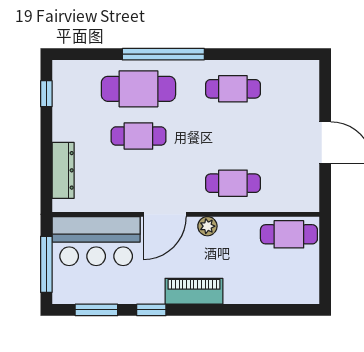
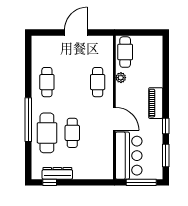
dresser: (63, 170) -> (57, 173), moved
plant: (207, 226) -> (121, 78), moved

